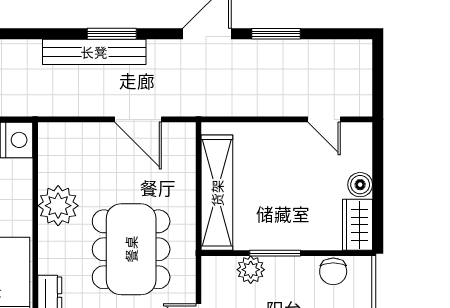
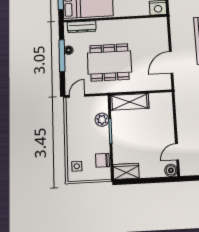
boiler: (360, 185) -> (171, 170), moved
shelving: (217, 193) -> (129, 102), width x0.68
plant: (58, 206) -> (128, 28), removed

